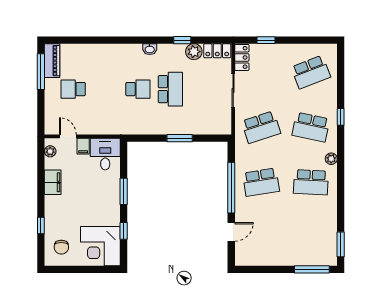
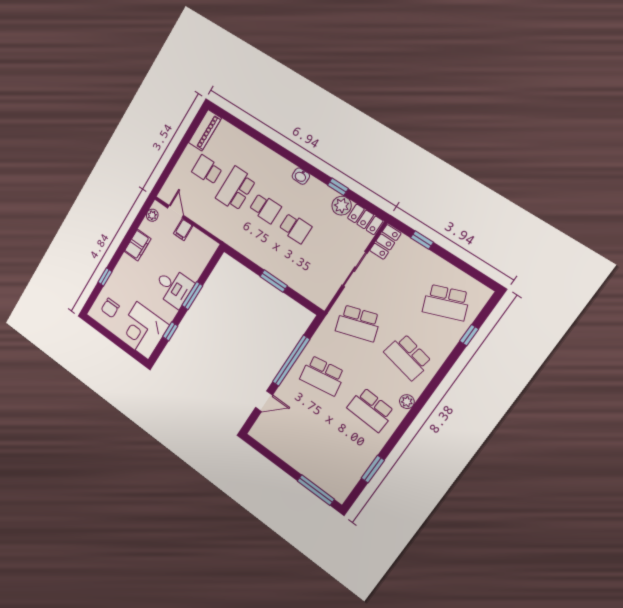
window: (41, 72) -> (189, 135), removed
school desk: (106, 89) -> (236, 189), added
school desk: (170, 89) -> (295, 228), width x0.54
window: (341, 117) -> (469, 335), moved
desk: (105, 154) -> (174, 287), moved, turned 90
window: (341, 244) -> (373, 469), moved

